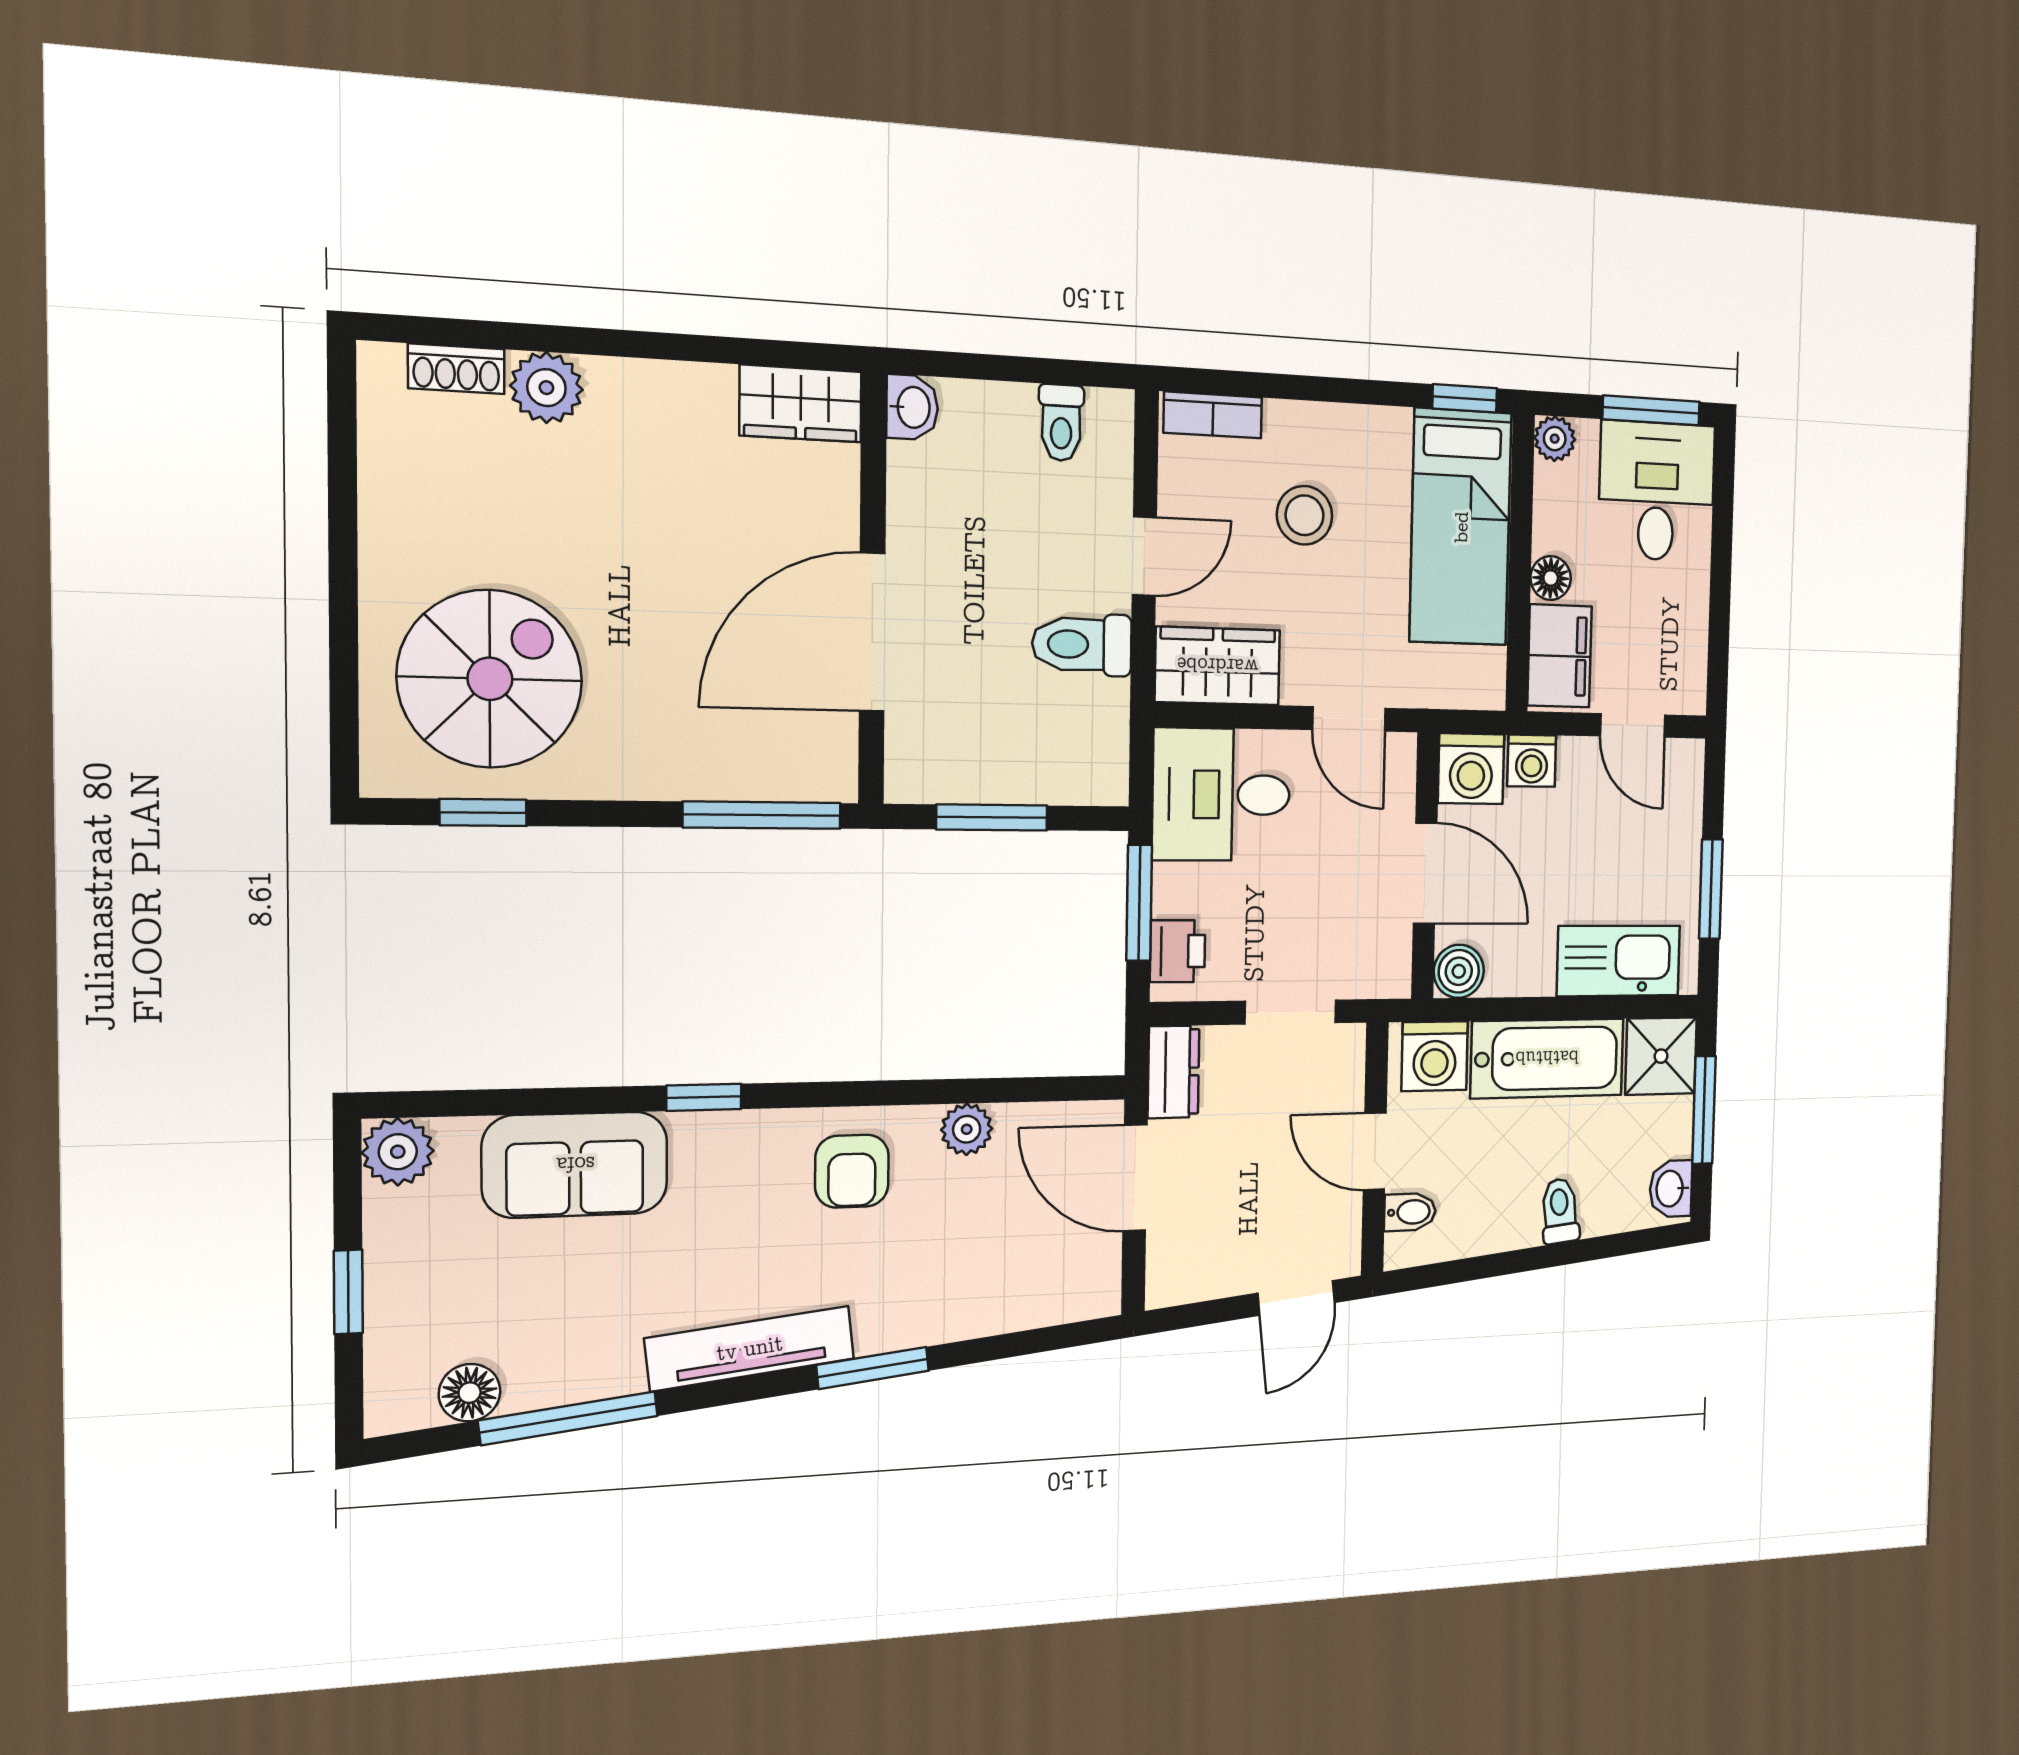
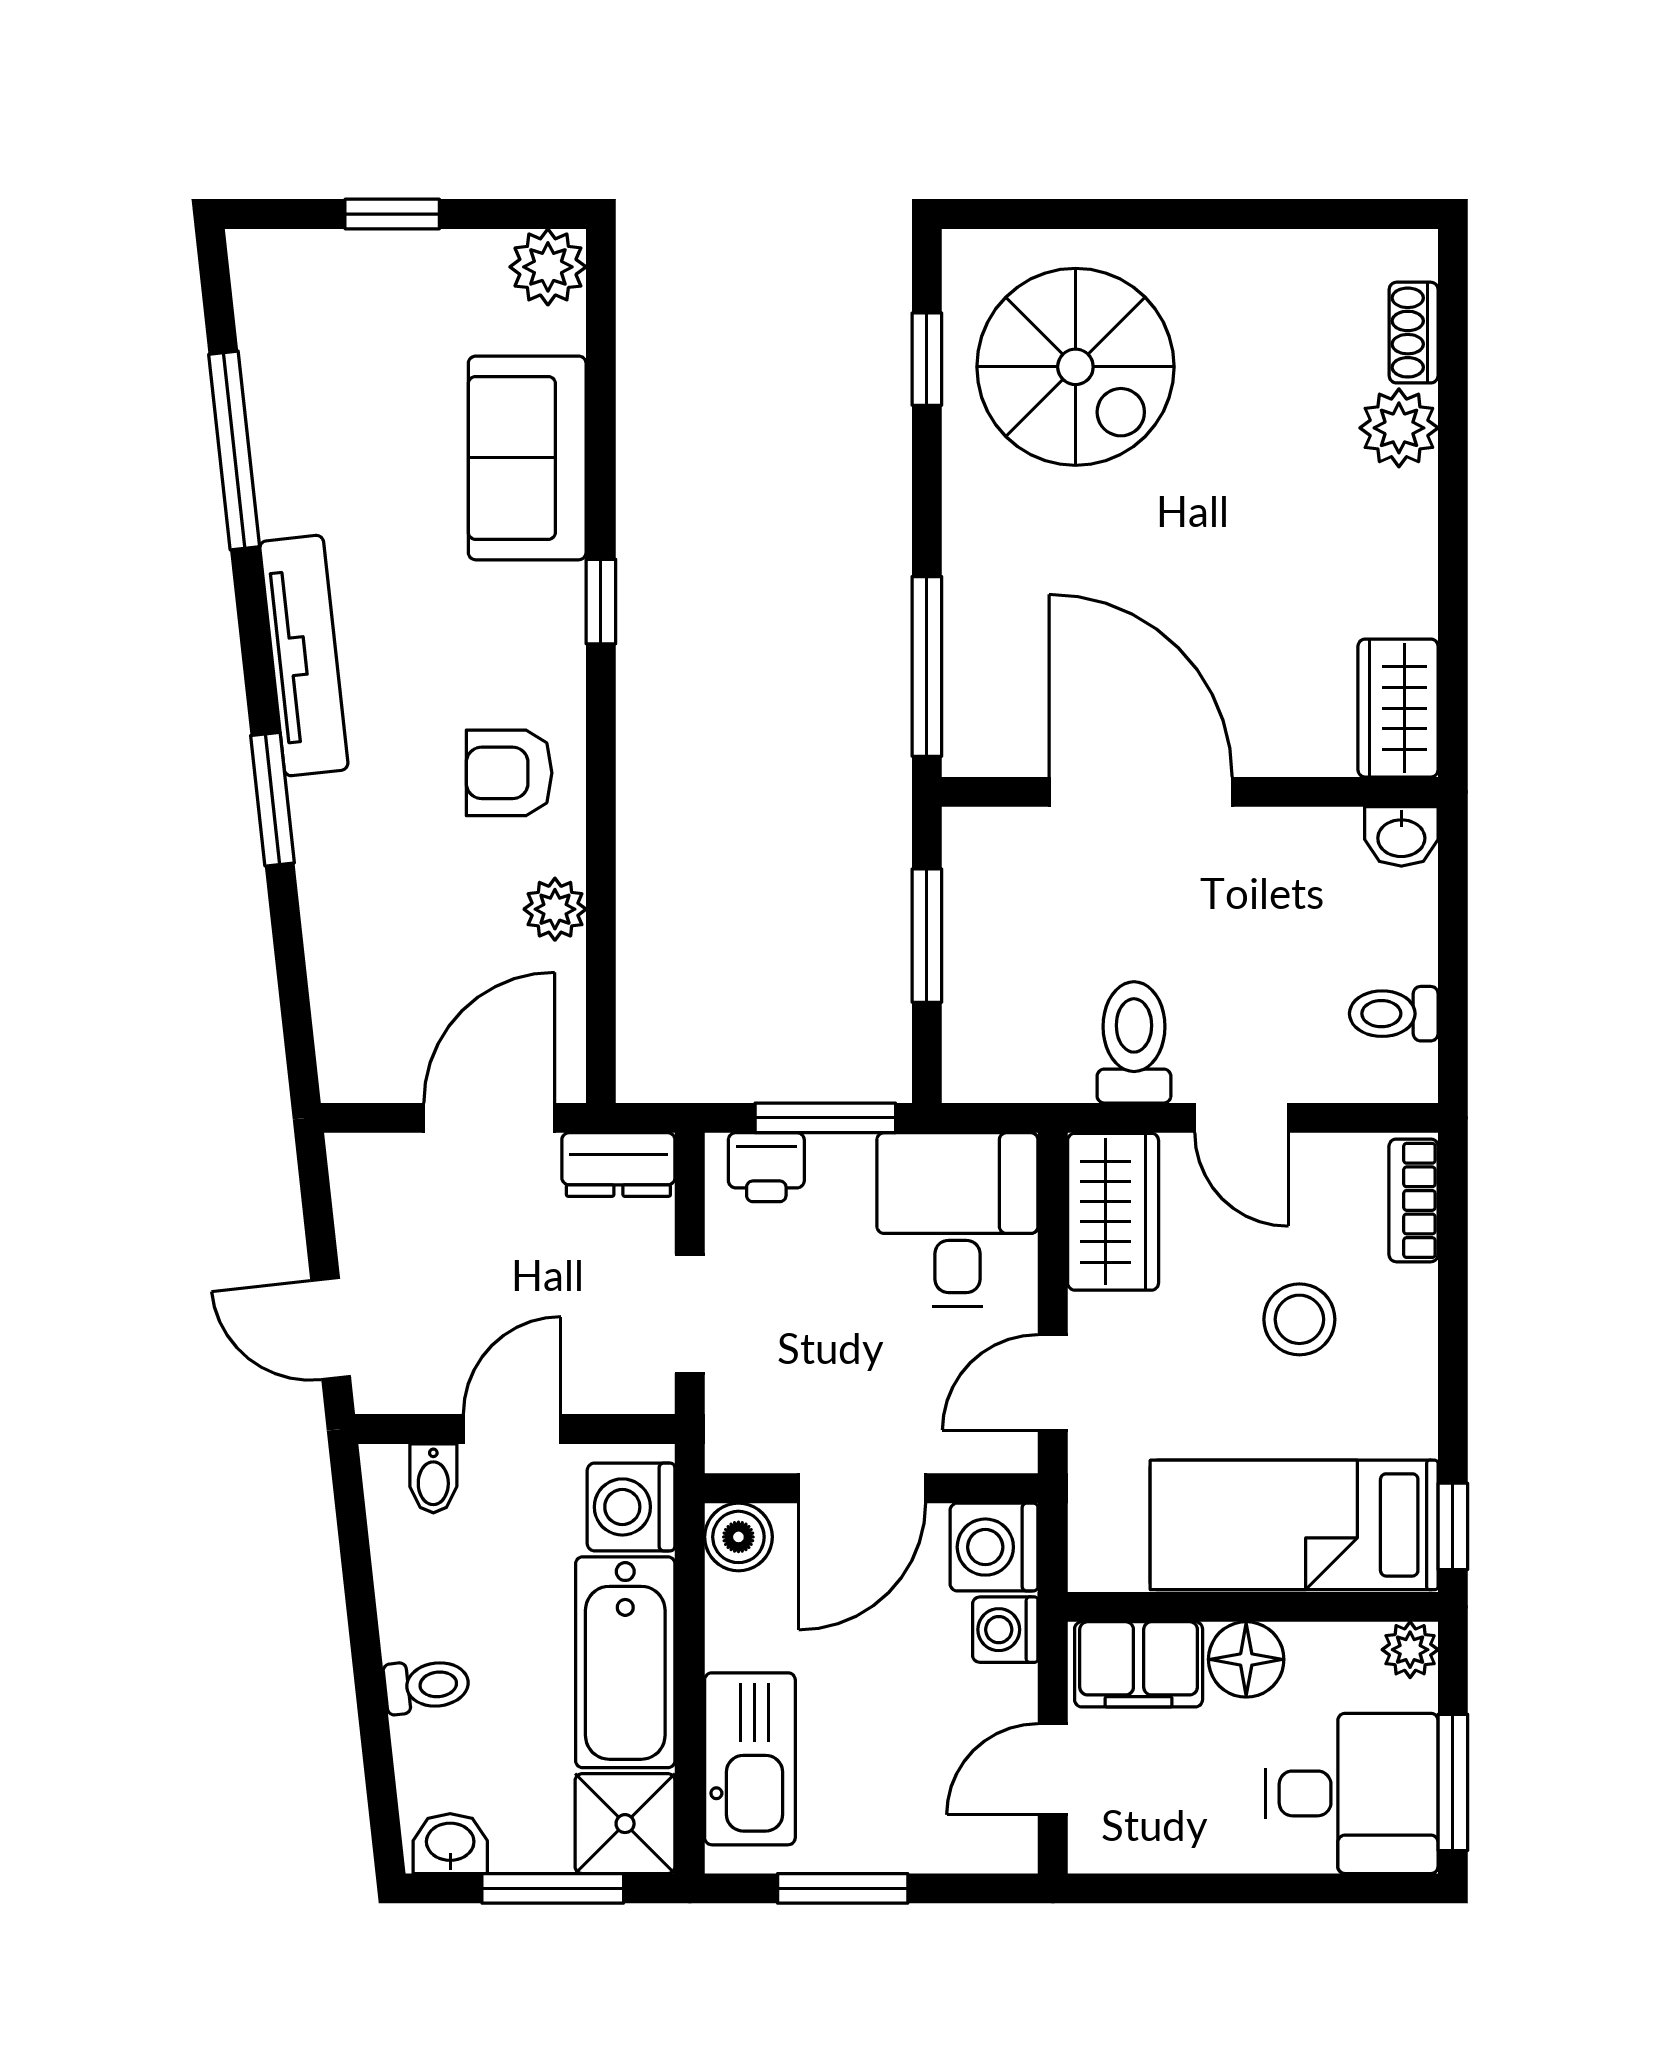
floor lamp: (1551, 578) -> (1246, 1659), width x1.37, depth x1.37
floor lamp: (470, 1393) -> (271, 342), removed

